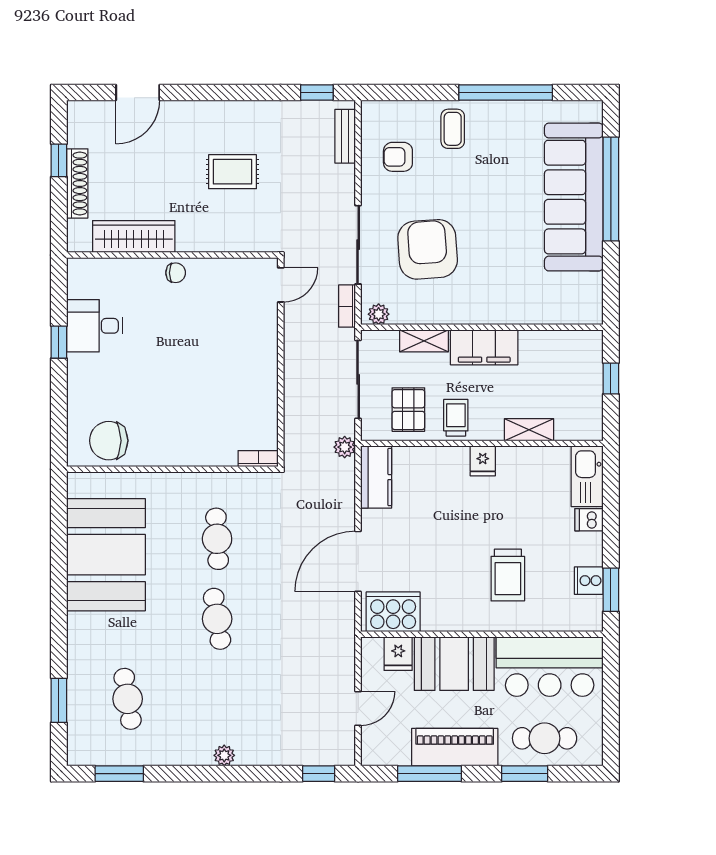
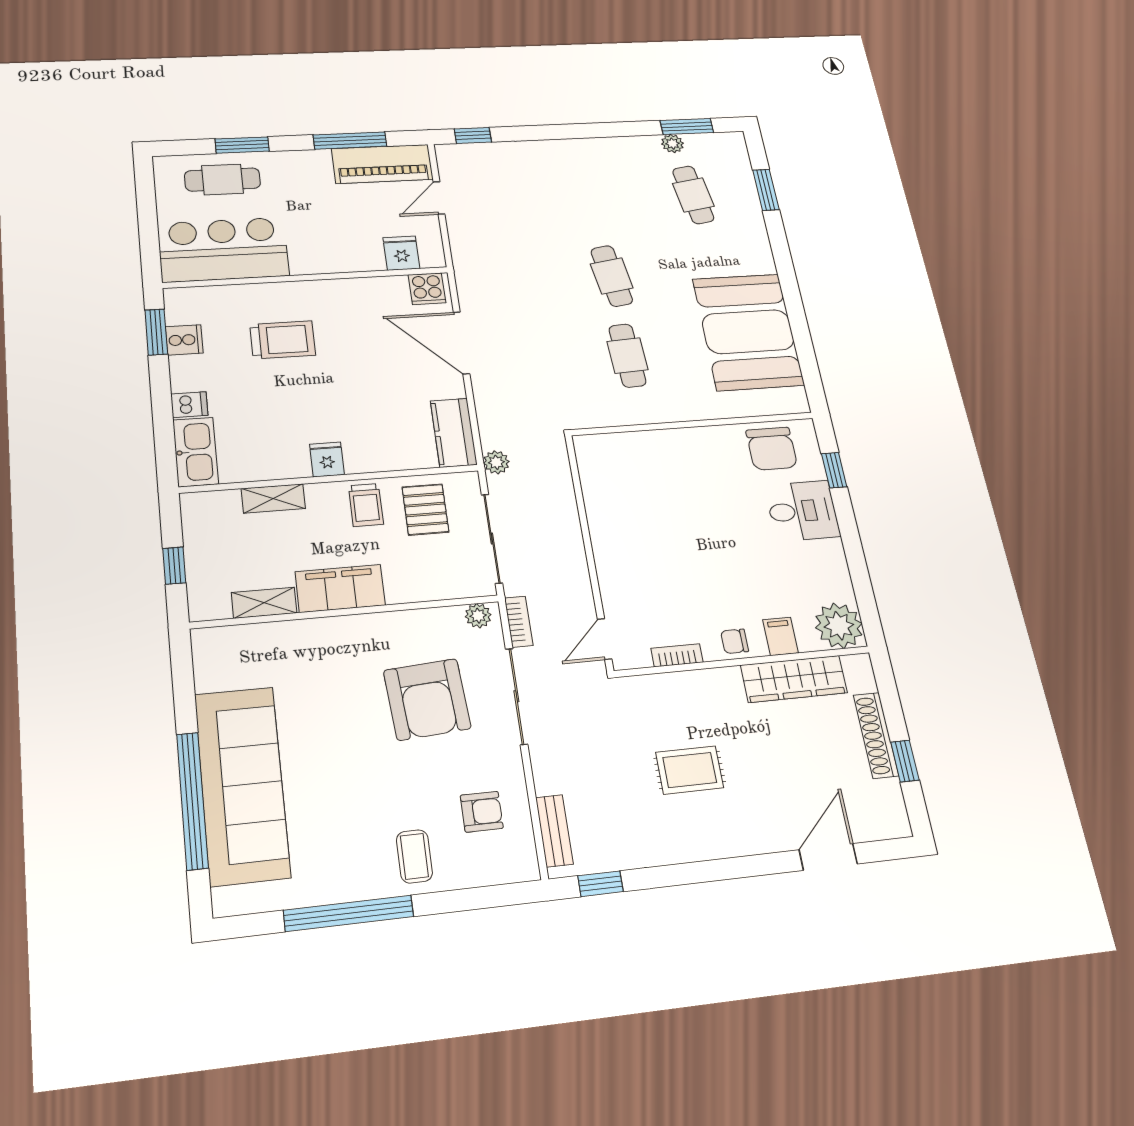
filing cabinet: (137, 273) -> (781, 636), added
plant: (87, 278) -> (839, 626), added
desk: (95, 326) -> (802, 511), moved
shelving: (424, 341) -> (264, 603), moved
window: (59, 342) -> (834, 470), moved
chair: (109, 441) -> (772, 449), turned 90
bookcase: (258, 459) -> (677, 655), moved, turned 180
door: (358, 561) -> (462, 343), swing flipped
trolley: (508, 575) -> (283, 340), turned 90
cooker: (393, 612) -> (427, 289), width x0.53, depth x0.76
booth: (454, 664) -> (336, 247), removed
piano: (455, 747) -> (382, 164), moved
plant: (224, 755) -> (672, 144), moved

